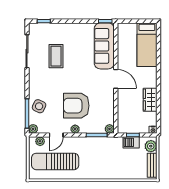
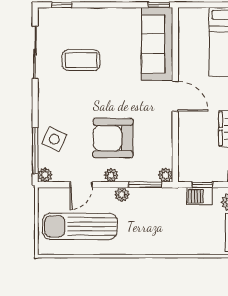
coffee table: (56, 56) -> (81, 60), turned 90
plant: (40, 141) -> (122, 195), moved

